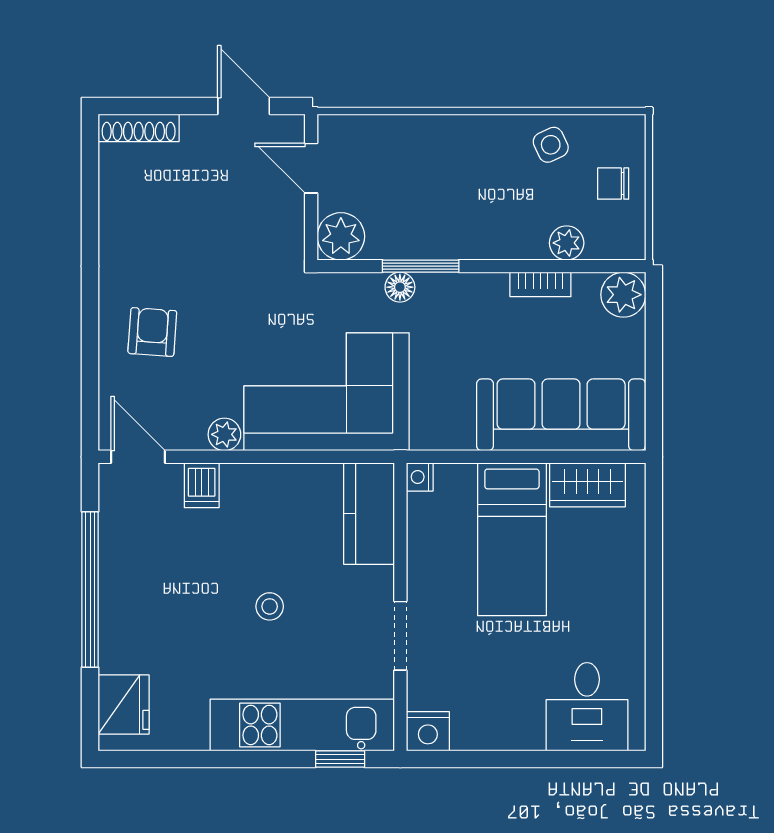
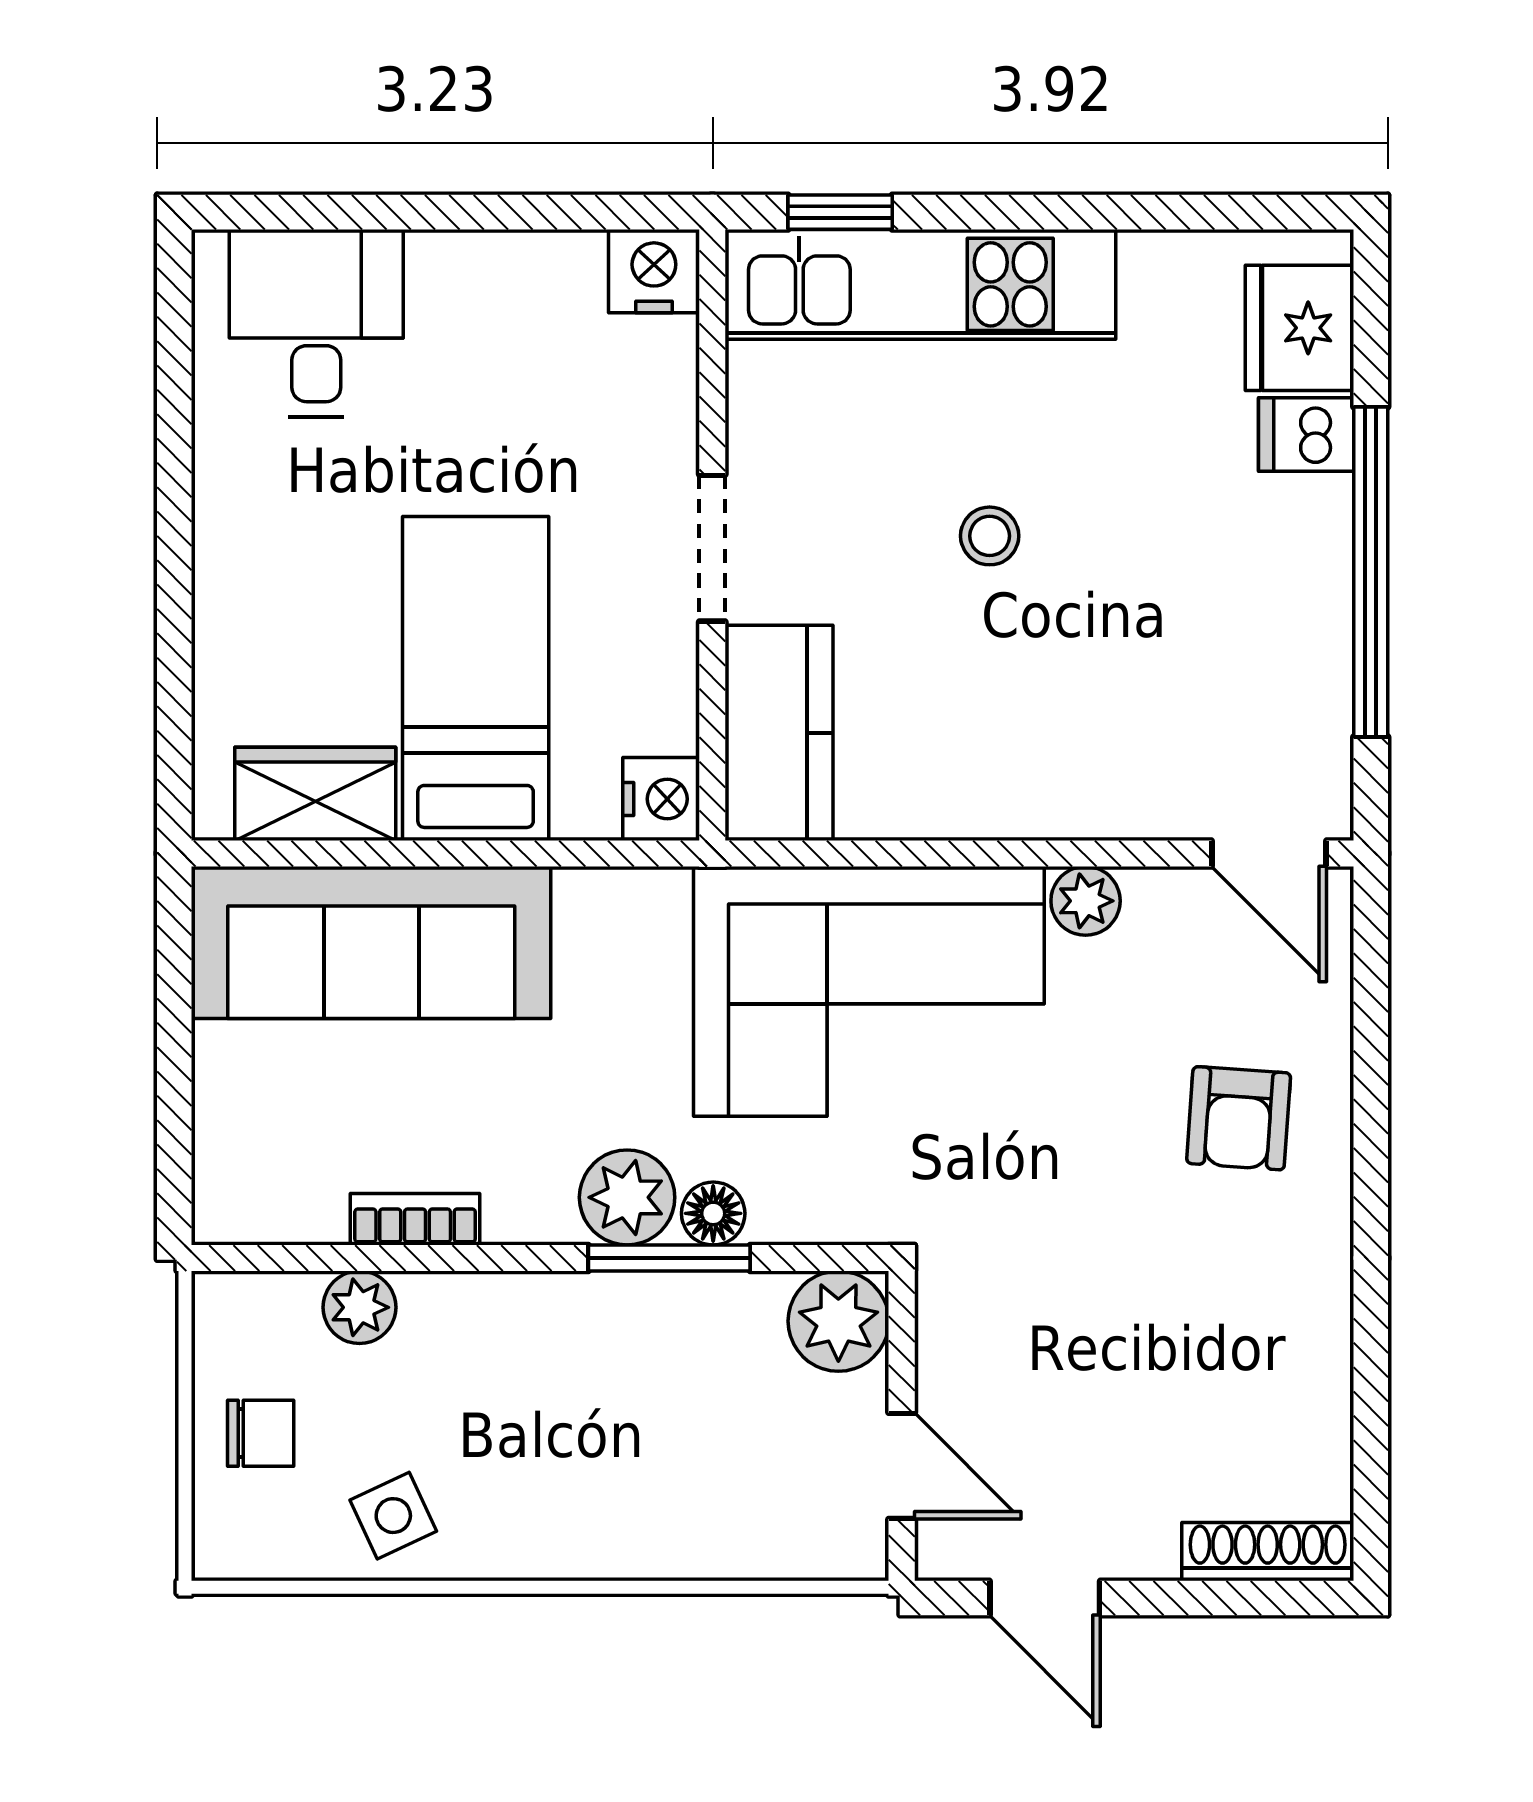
plant: (623, 295) -> (627, 1197), moved
nightstand: (420, 477) -> (661, 799), width x1.39, depth x1.35
dishwasher: (202, 485) -> (1306, 434), moved, turned -90
doorway: (400, 636) -> (712, 548), moved

